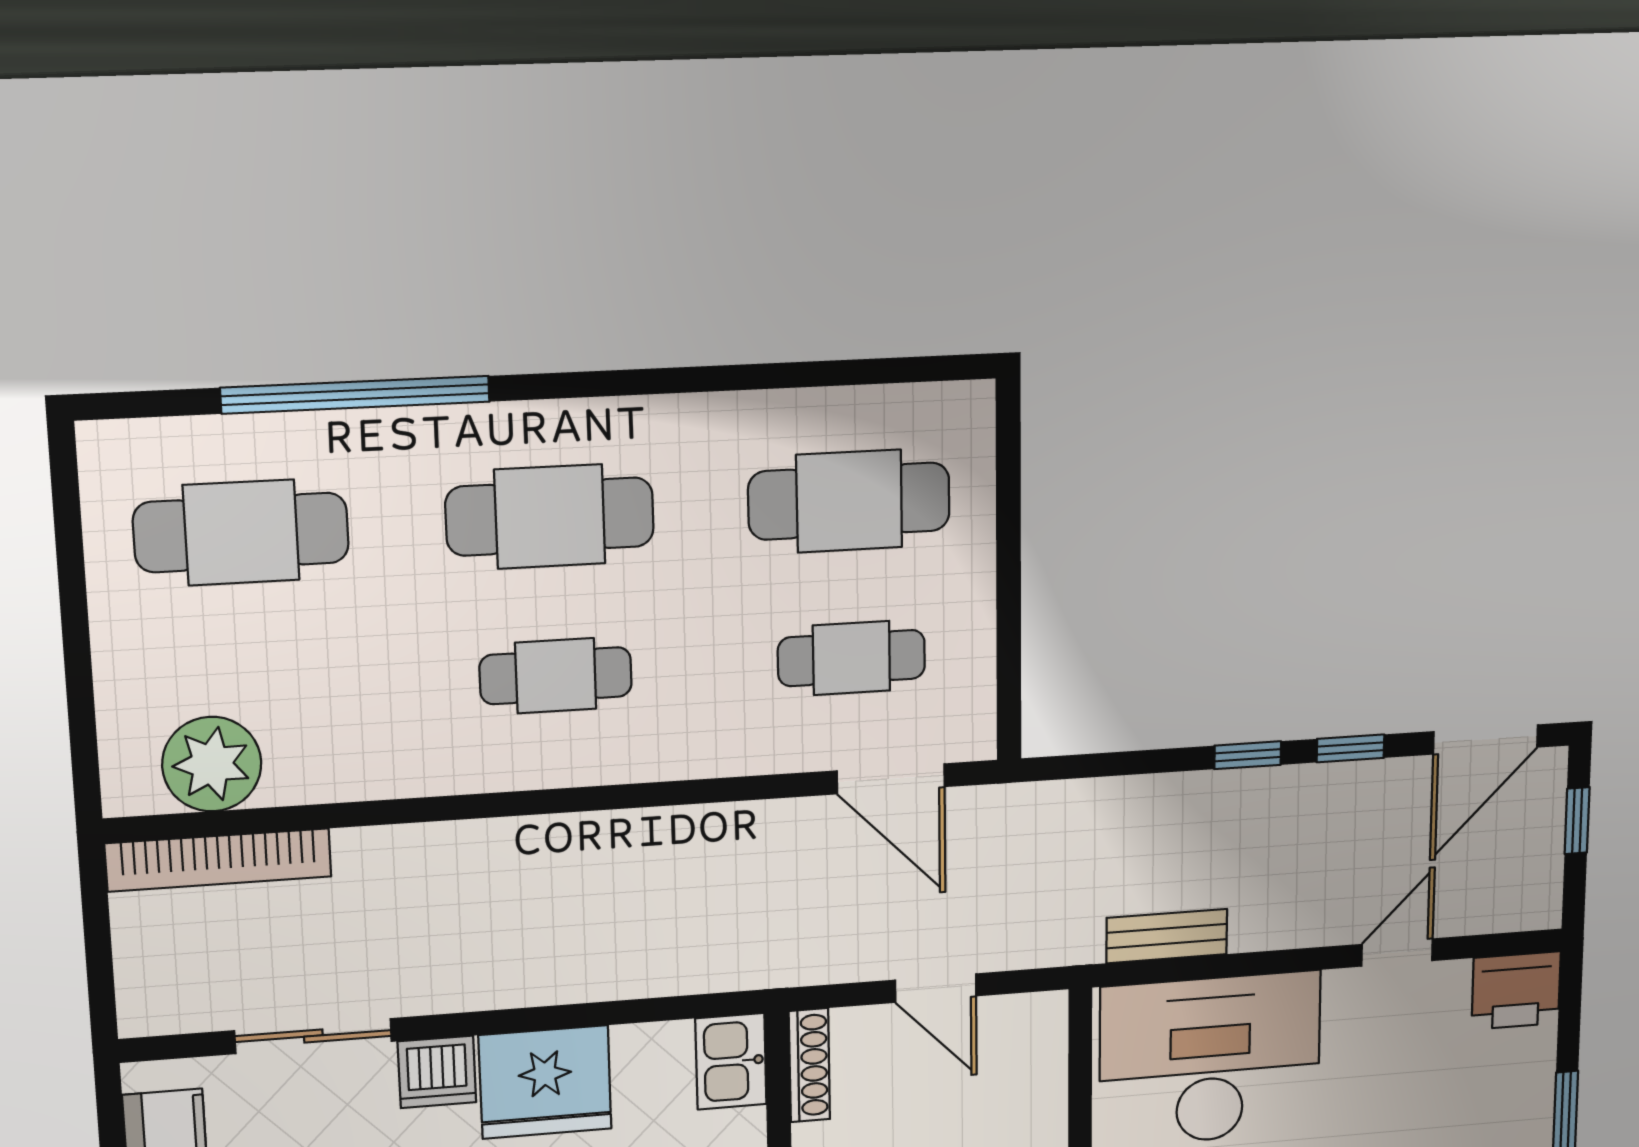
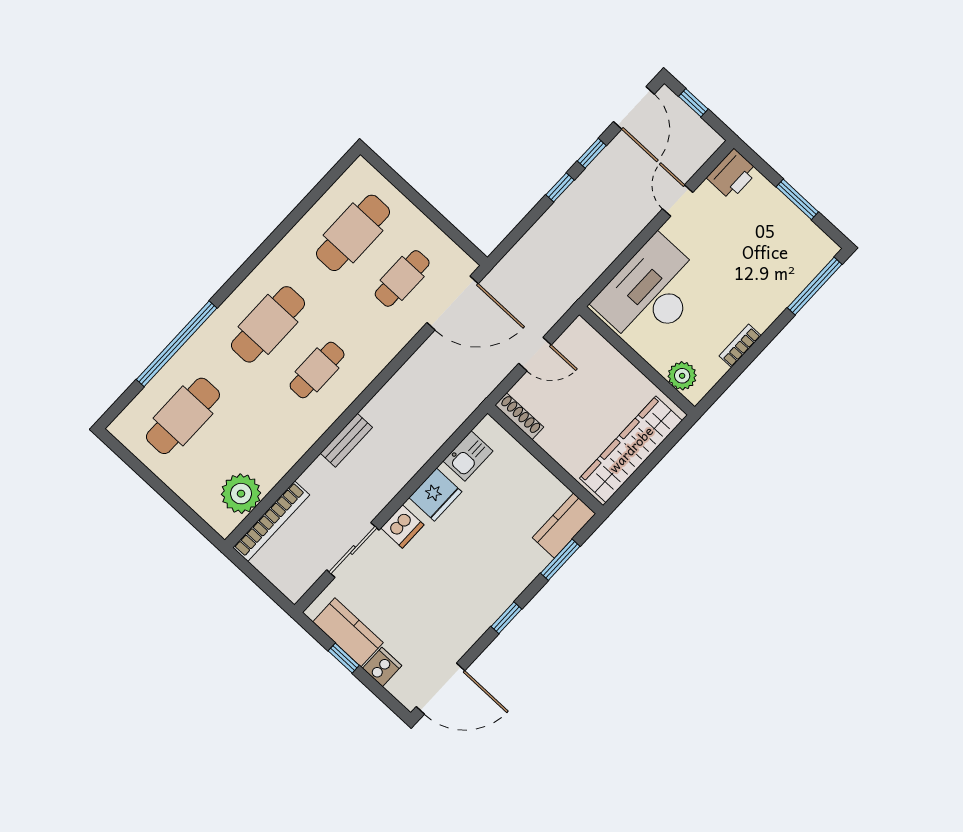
door: (891, 779) -> (453, 303), width x1.36
bench: (1167, 936) -> (346, 440), moved
kitchen sink: (731, 1061) -> (468, 456), moved, turned -90
fridge: (545, 1082) -> (435, 495), width x0.73, depth x0.75

